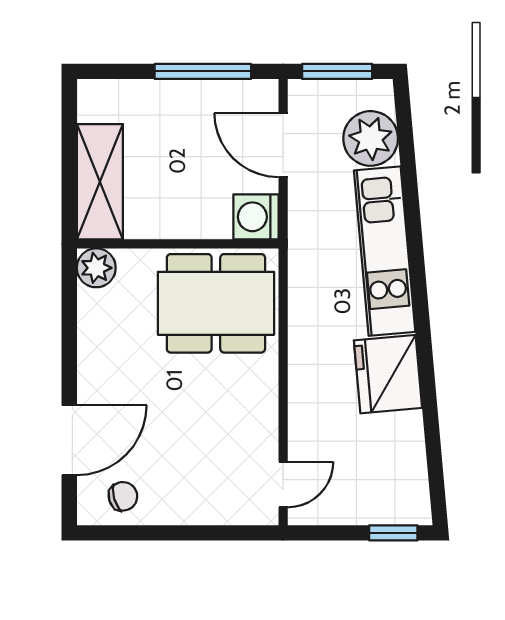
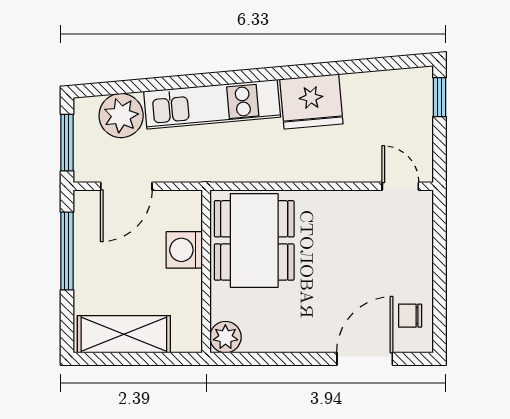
shelving: (100, 182) -> (124, 334), moved
washing machine: (256, 217) -> (184, 250), moved, turned 90
door: (69, 440) -> (365, 359), hinge flipped
chair: (123, 496) -> (410, 316), turned -73

